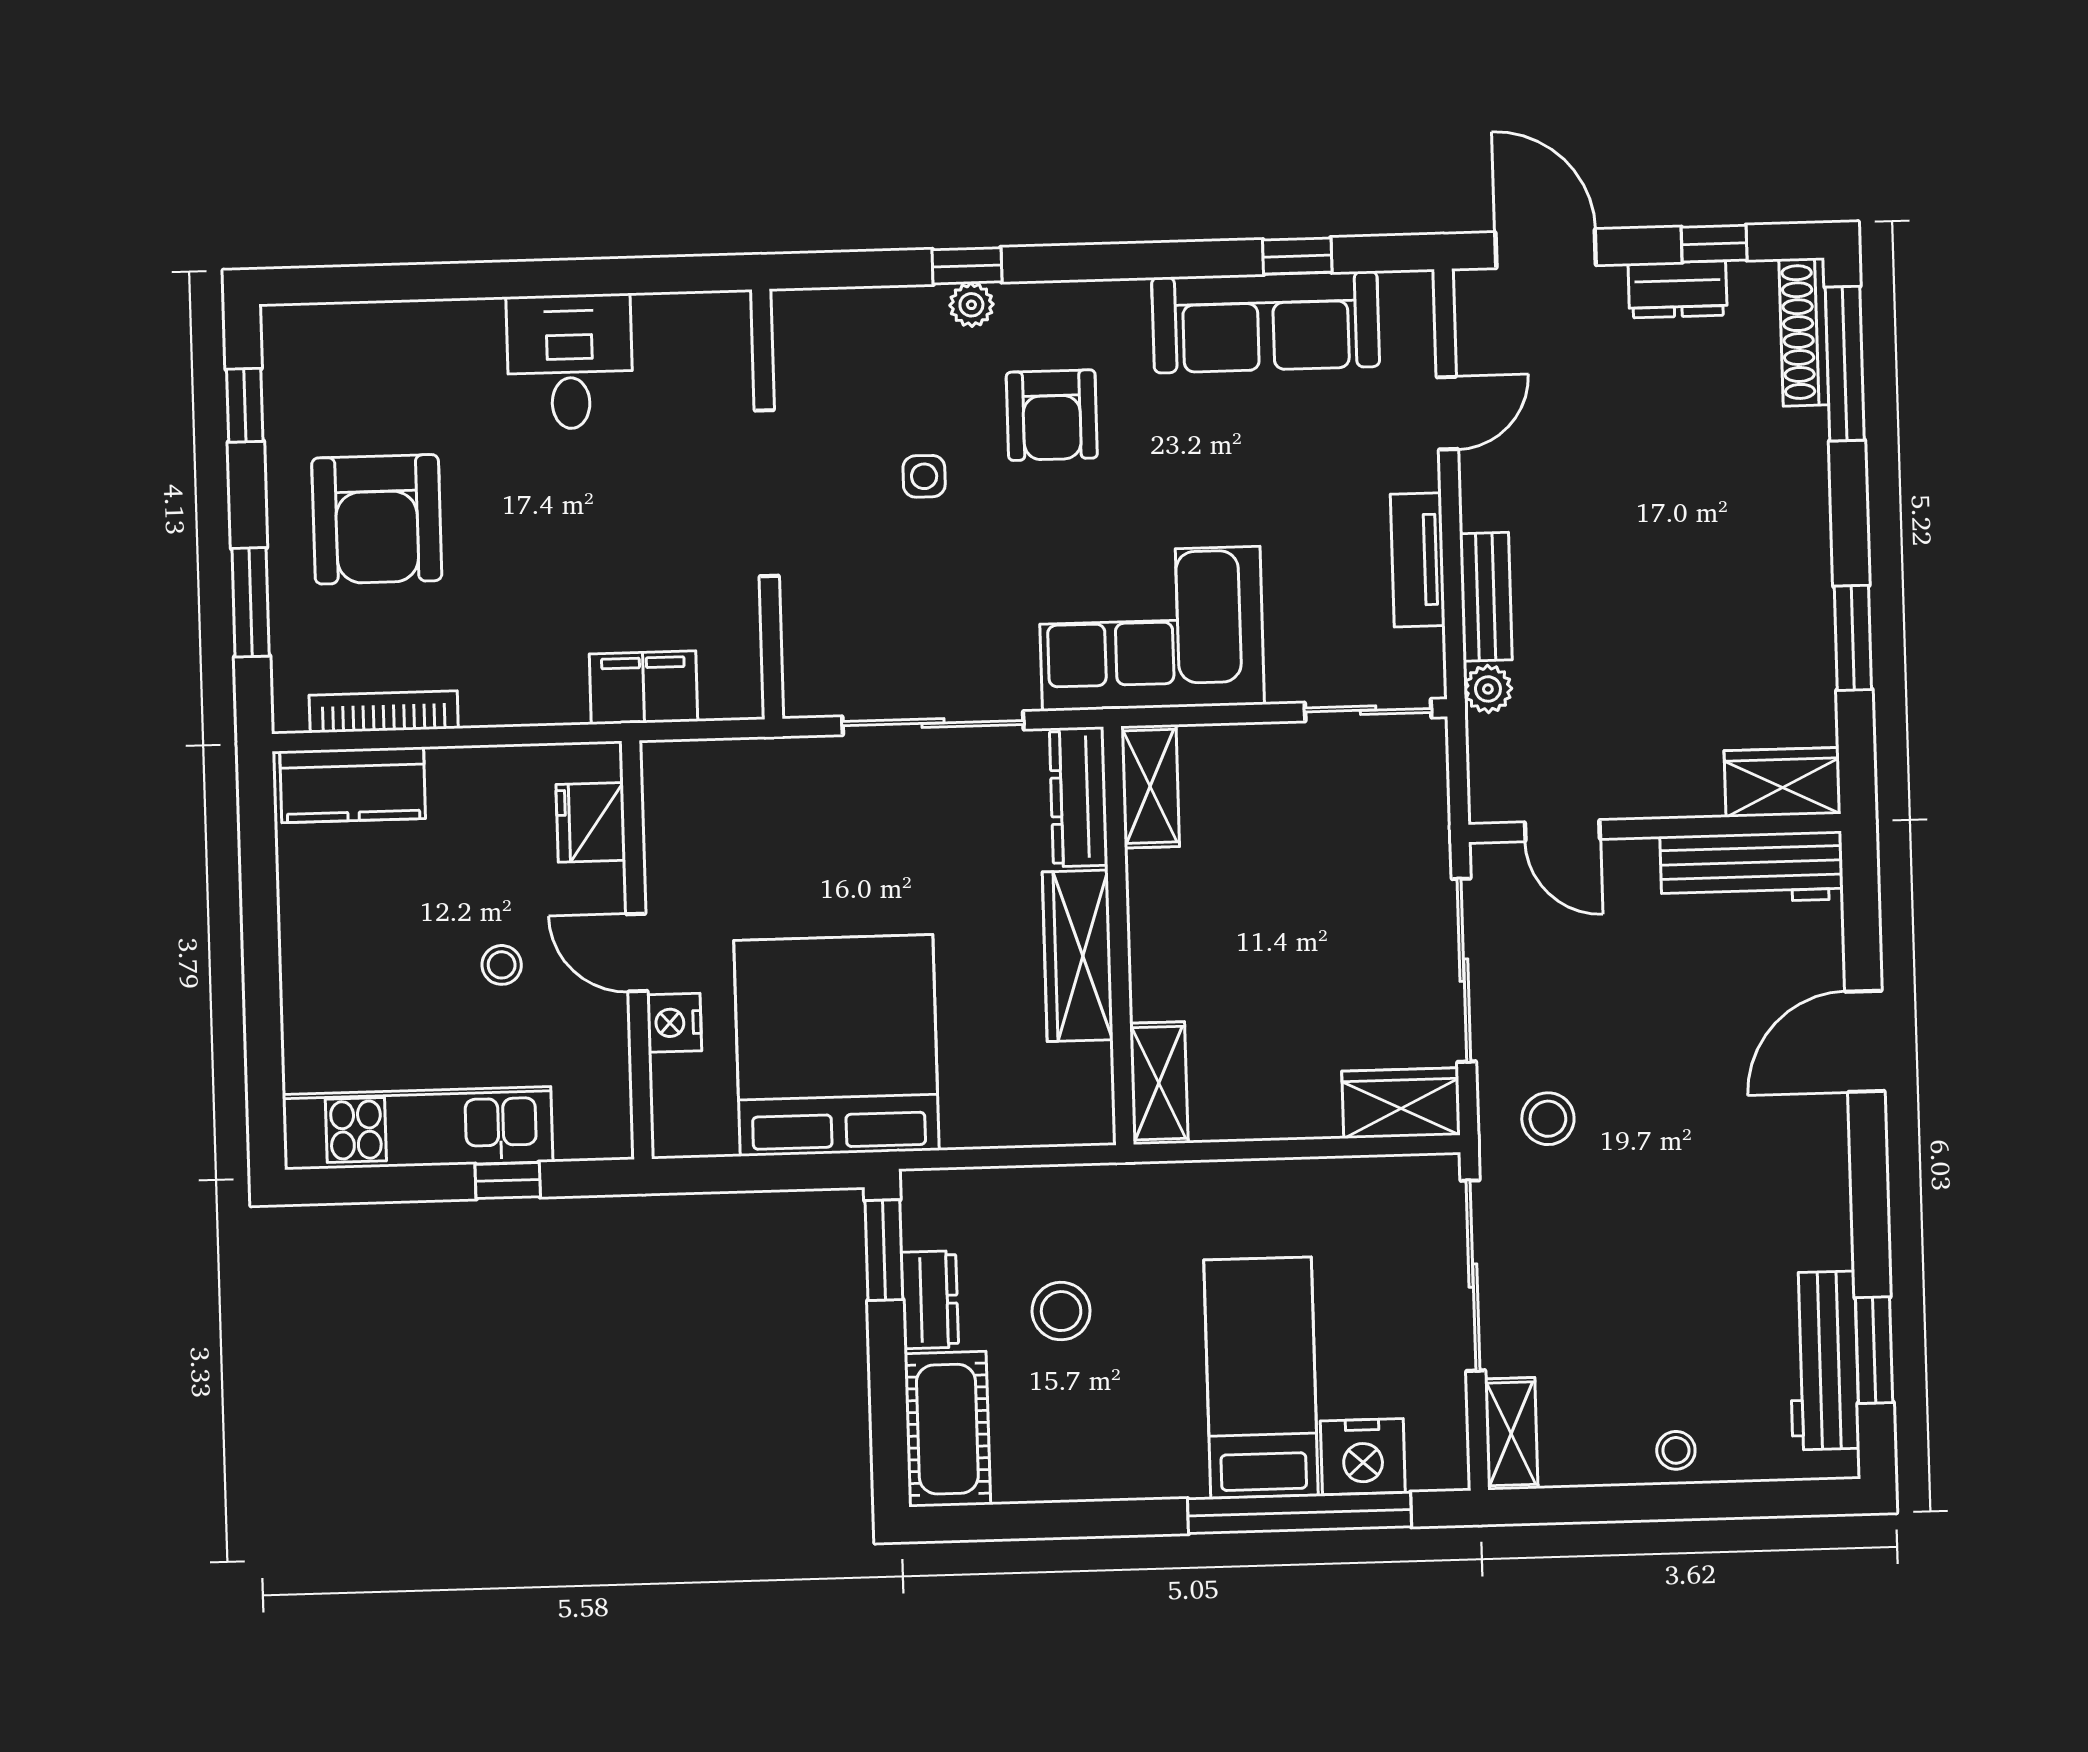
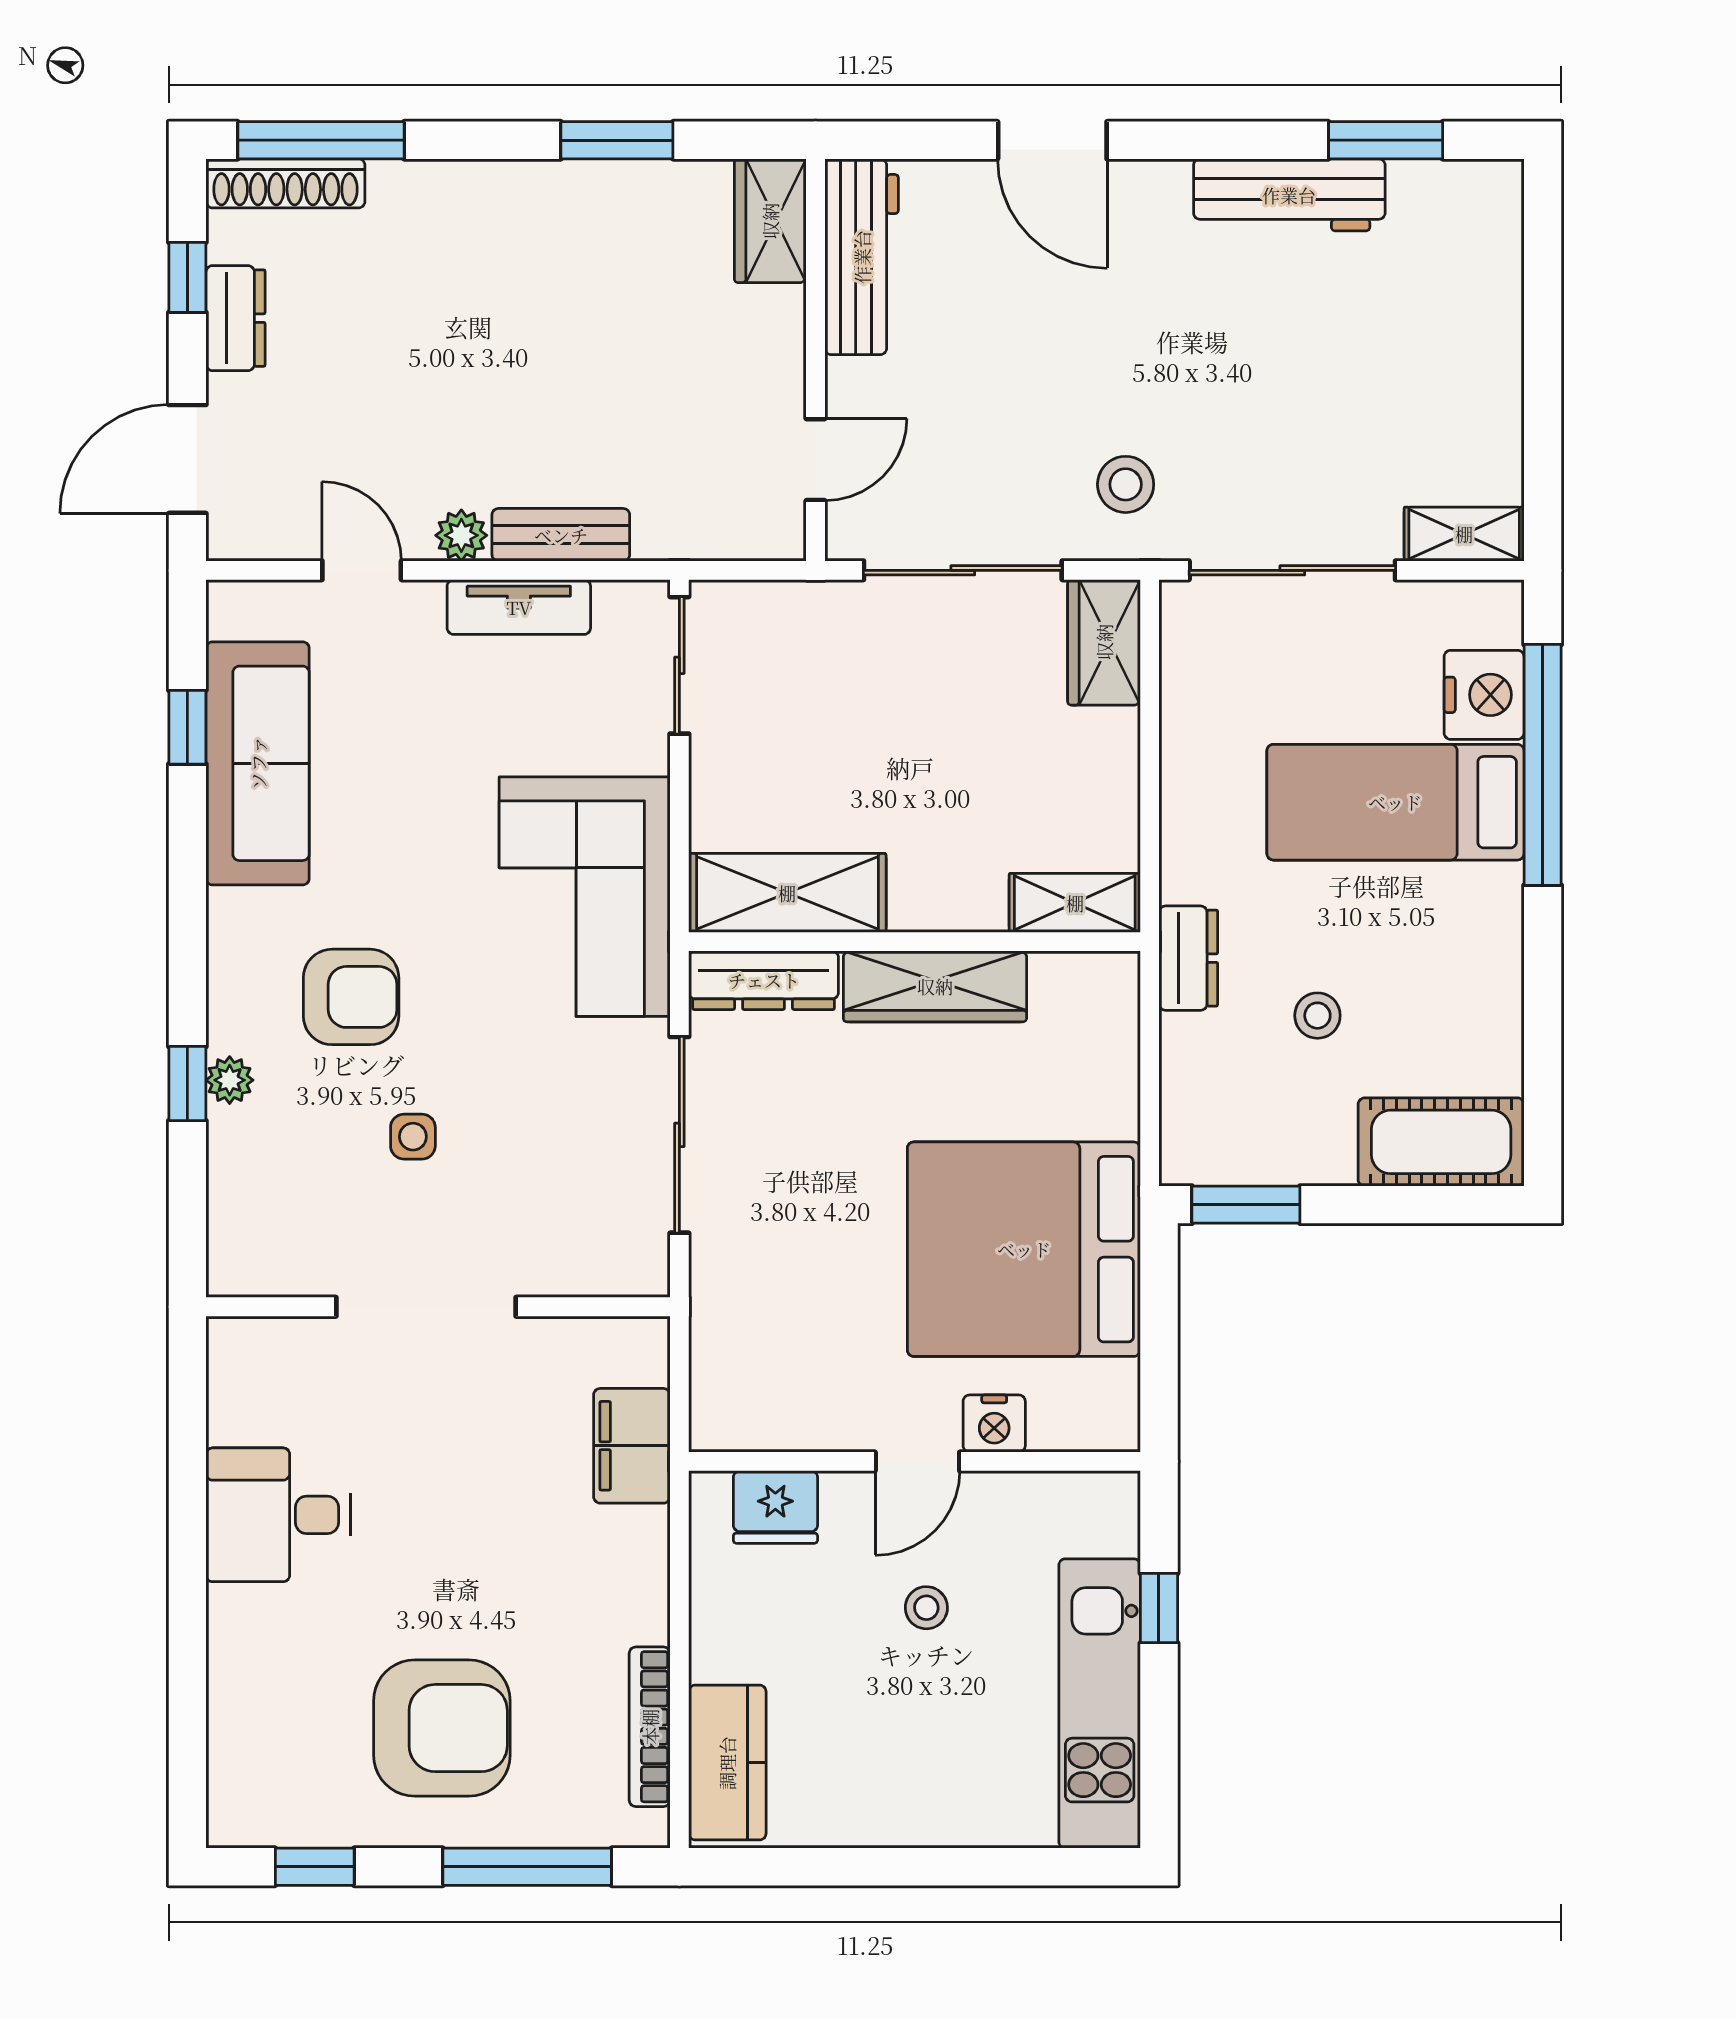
window: (251, 602) -> (527, 1867), width x1.44
plant: (1488, 689) -> (461, 535), moved
shelving: (1150, 786) -> (787, 893), width x1.50, depth x1.33
dresser: (930, 1300) -> (1188, 958), moved, turned 90
stool: (1061, 1311) -> (1317, 1016), width x0.73, depth x0.73
workbench: (1824, 1361) -> (1289, 195), moved
stool: (1676, 1450) -> (1487, 357), removed

